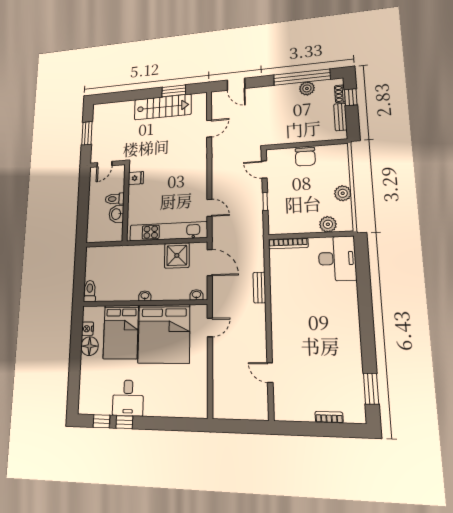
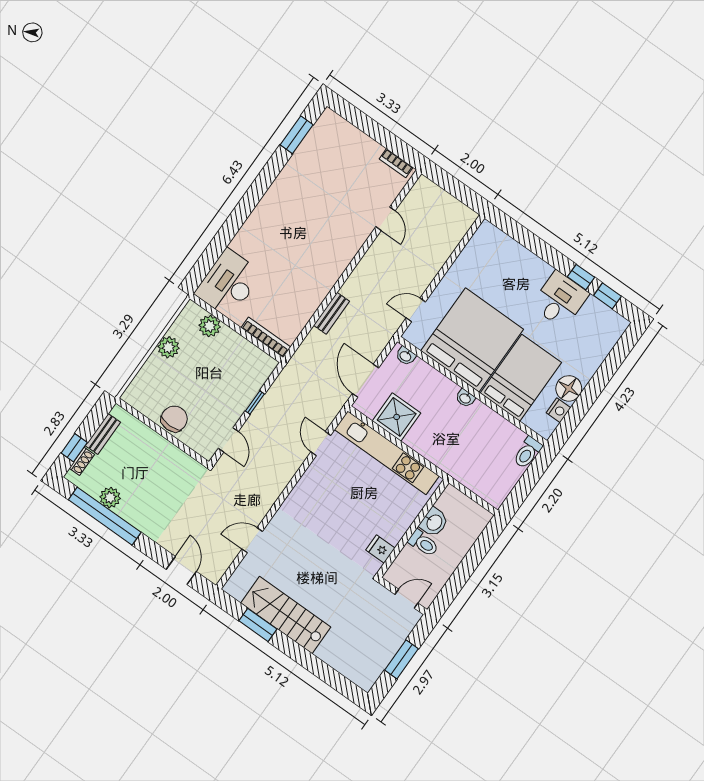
bookcase: (329, 417) -> (396, 163), moved

